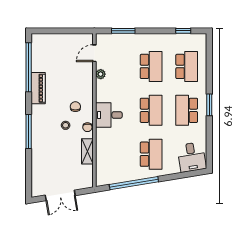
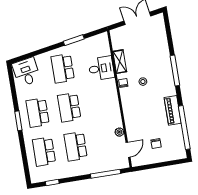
window: (123, 31) -> (106, 174), width x1.44
chair: (75, 107) -> (156, 144), moved
school desk: (187, 110) -> (38, 113), turned 180
desk: (109, 115) -> (101, 68), moved
window: (134, 183) -> (74, 40), width x0.47

